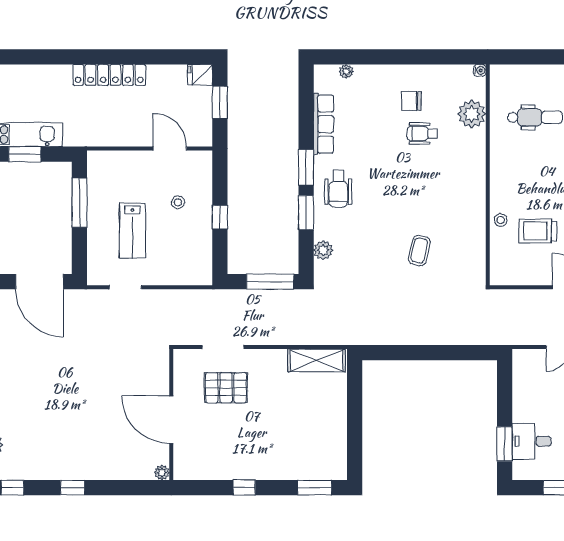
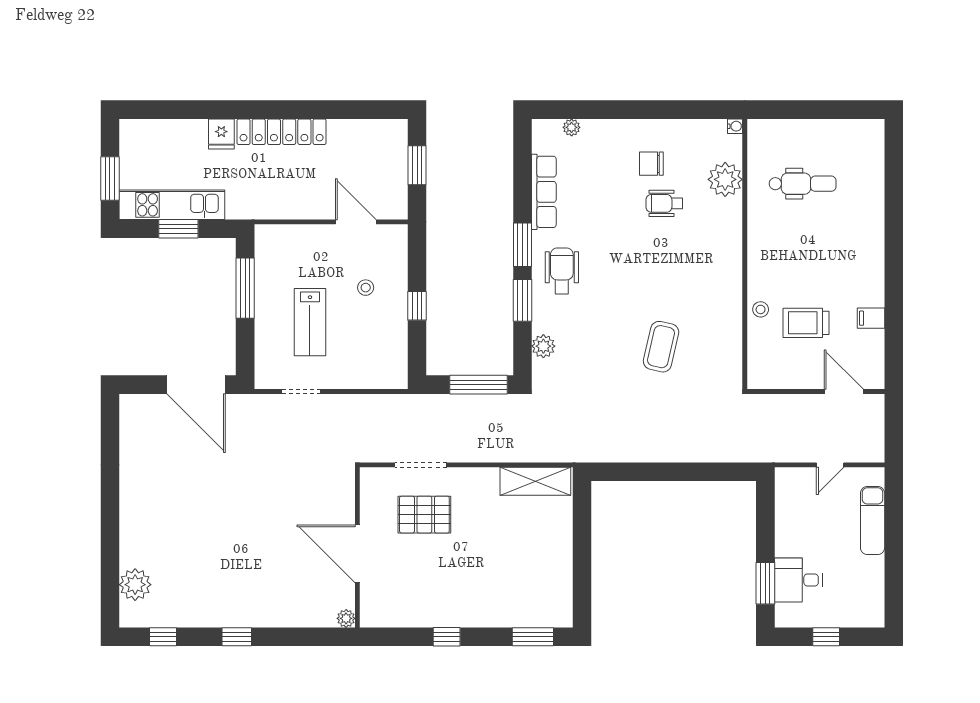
fridge: (200, 75) -> (221, 134), moved, turned -90
wheelchair: (338, 189) -> (562, 271), turned 180
coffee table: (419, 251) -> (661, 347), width x1.36, depth x1.30

